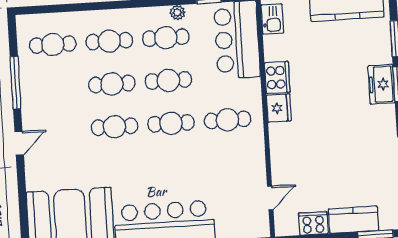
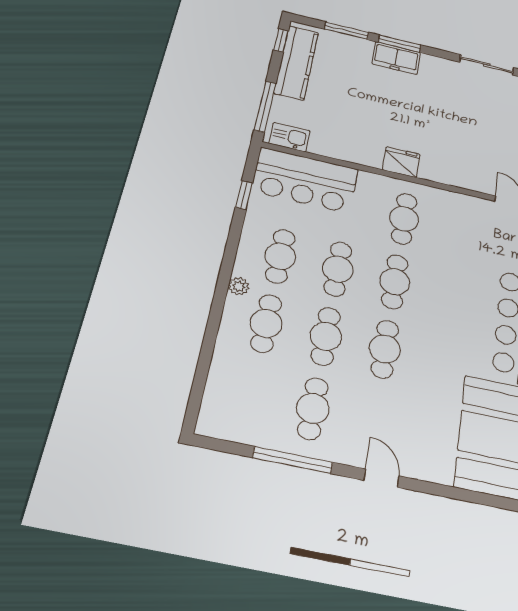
plant: (177, 13) -> (239, 286), moved
cafe table: (53, 45) -> (313, 408), moved
cooker: (277, 77) -> (363, 153), removed

